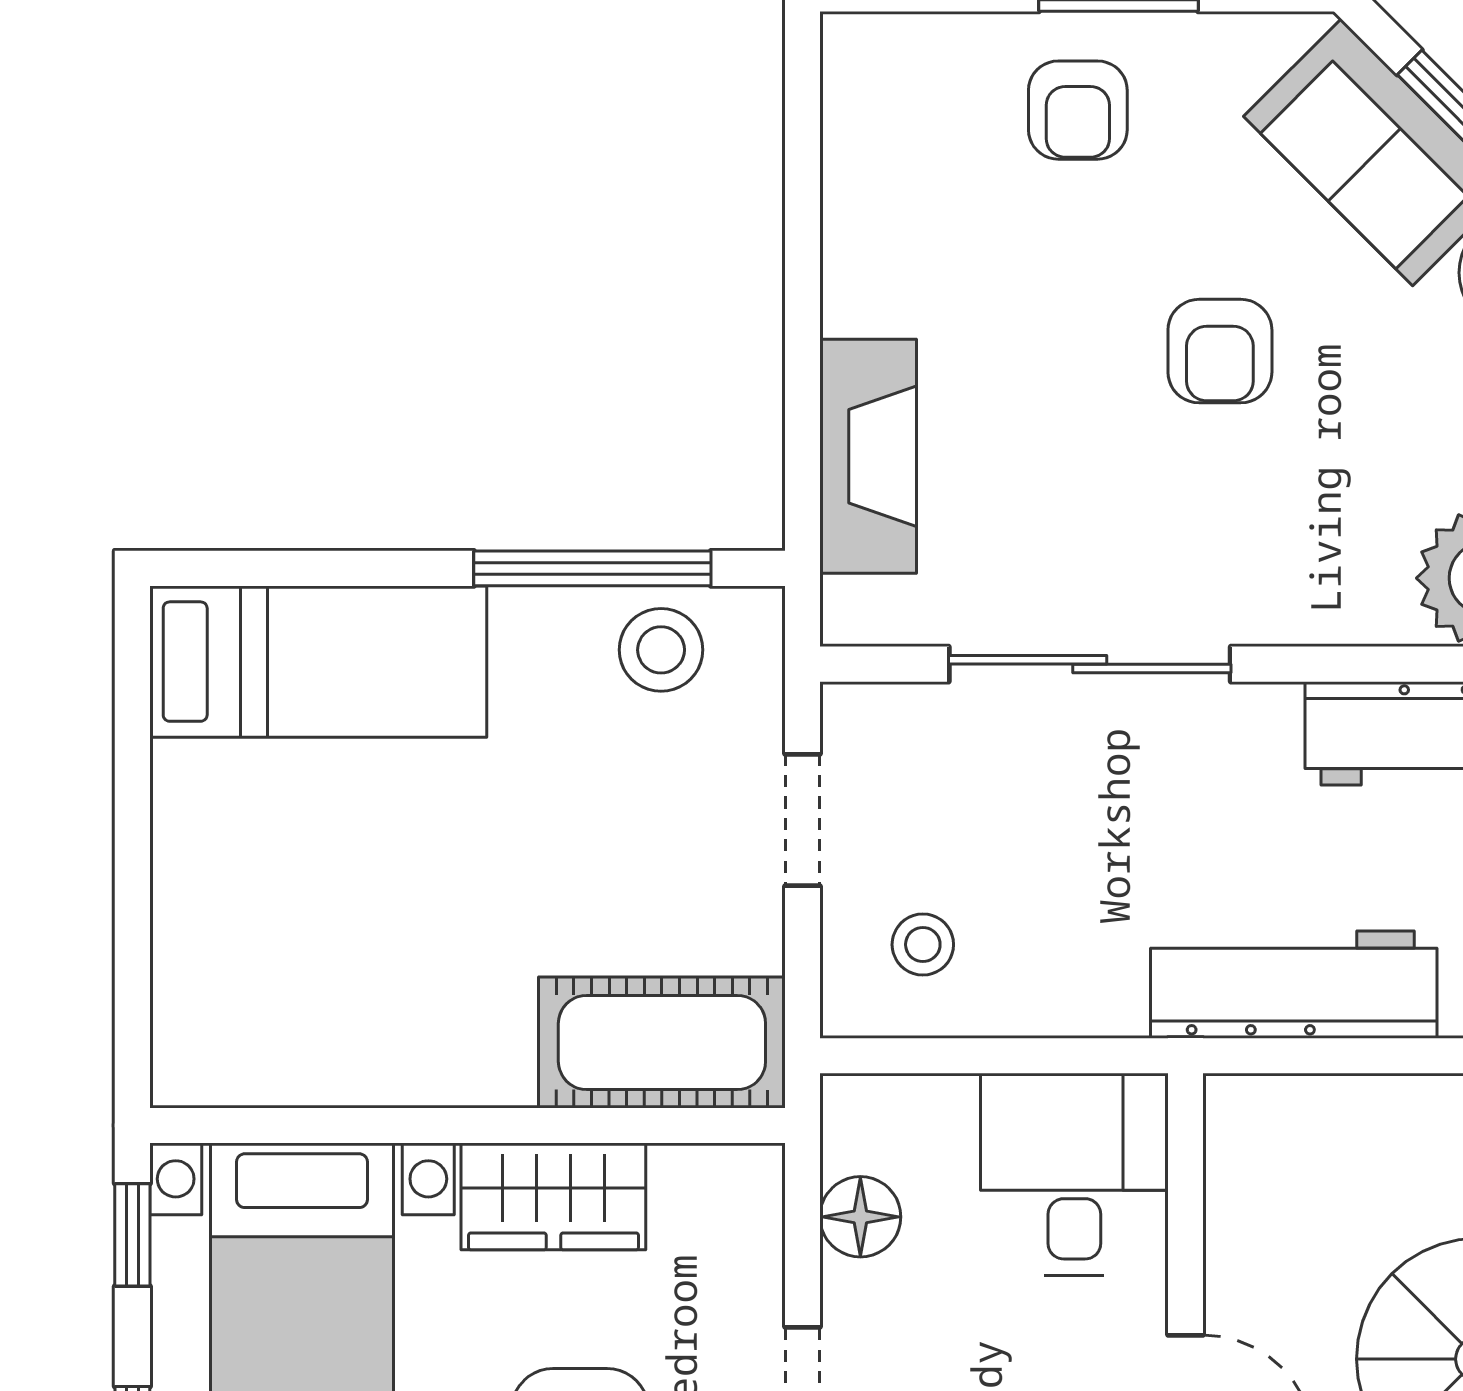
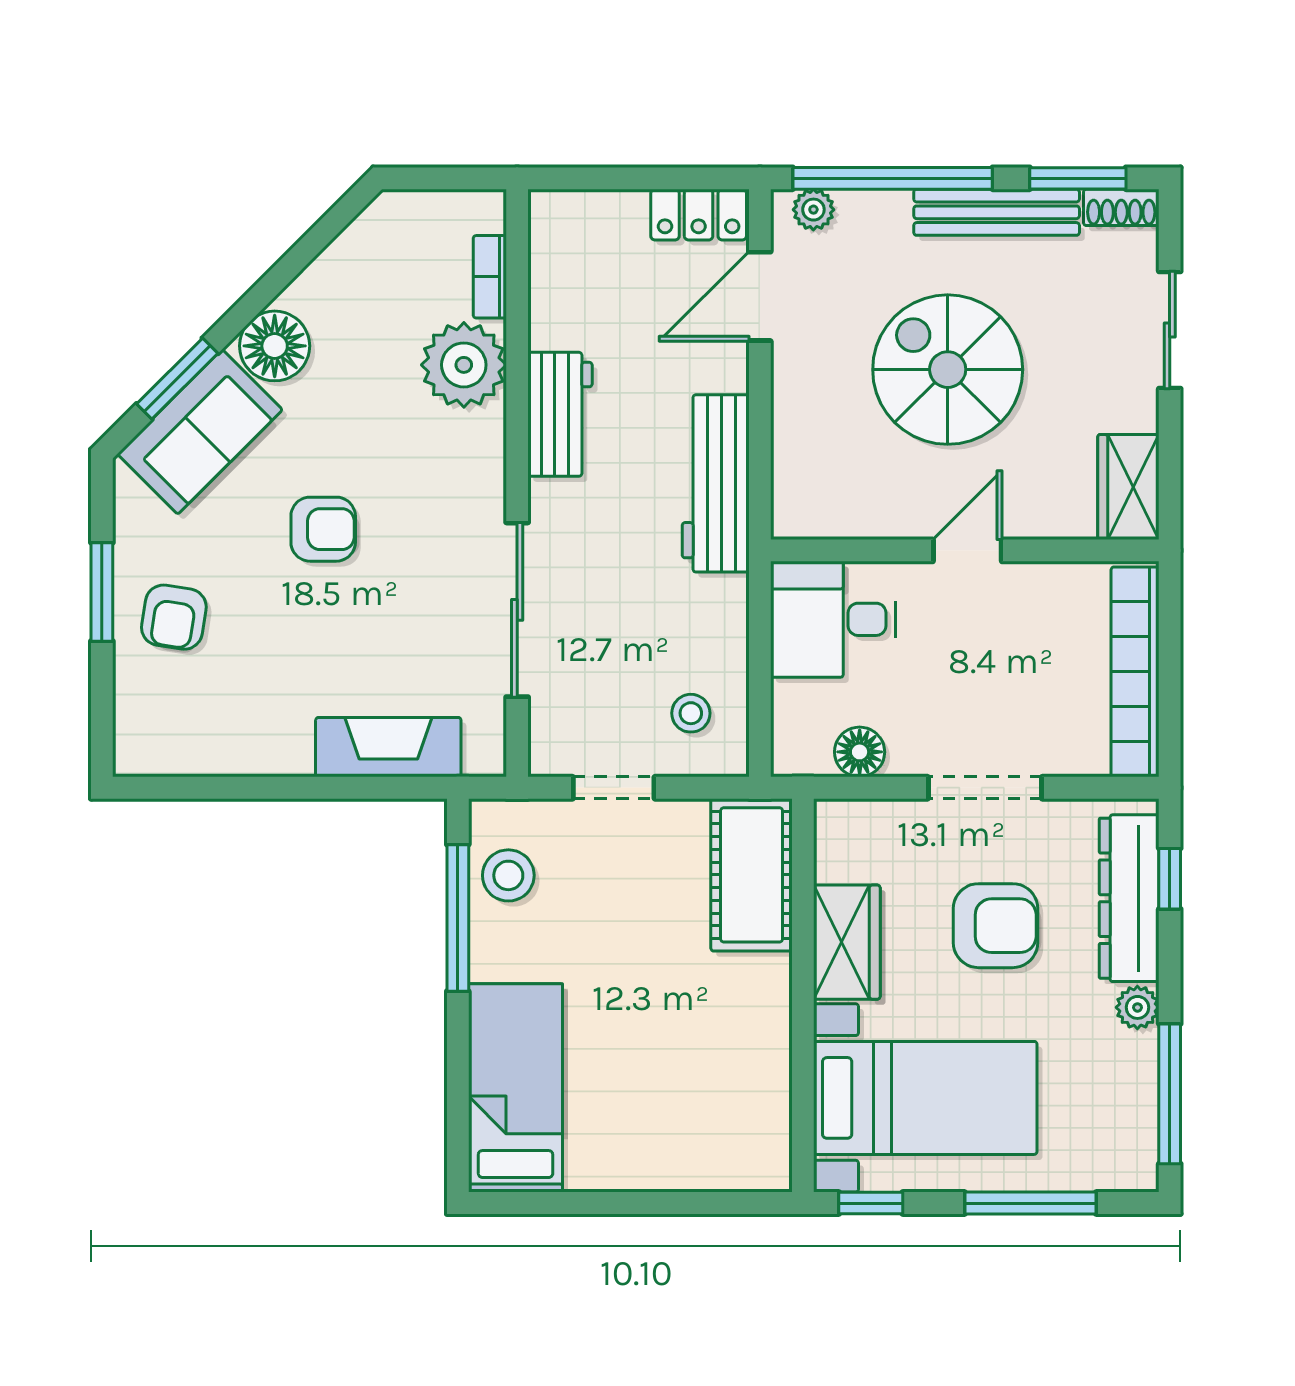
armchair: (1078, 110) -> (174, 617), turned 99

